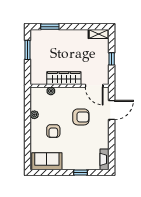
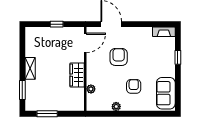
shelving: (99, 34) -> (30, 68), moved
wardrobe: (64, 78) -> (77, 75), width x0.67
armchair: (53, 131) -> (134, 86), turned -90

